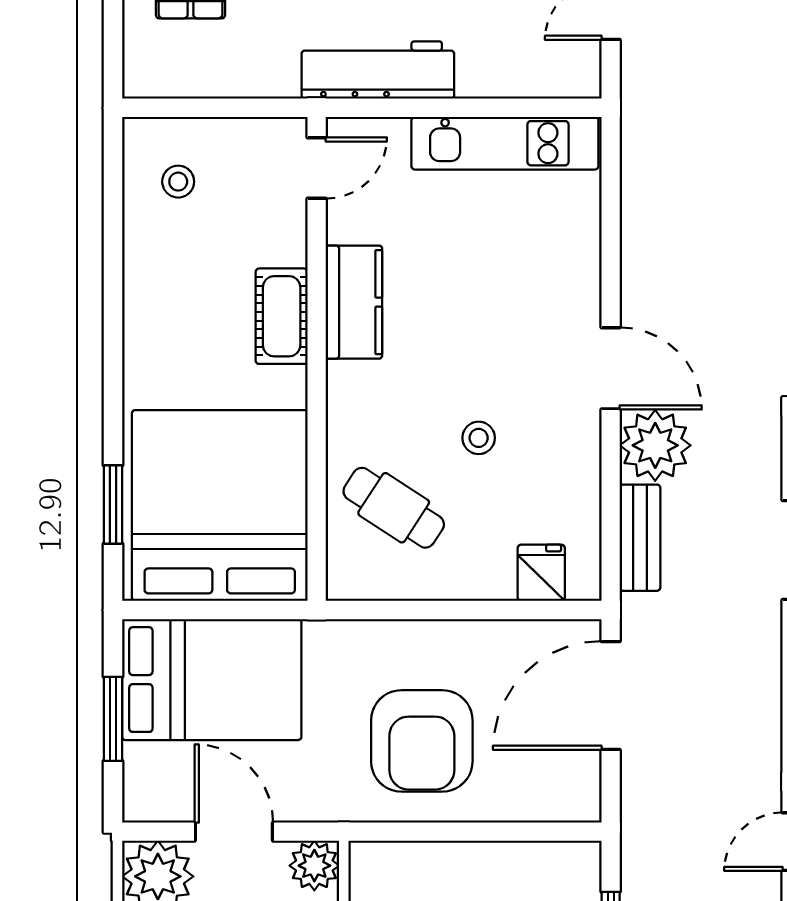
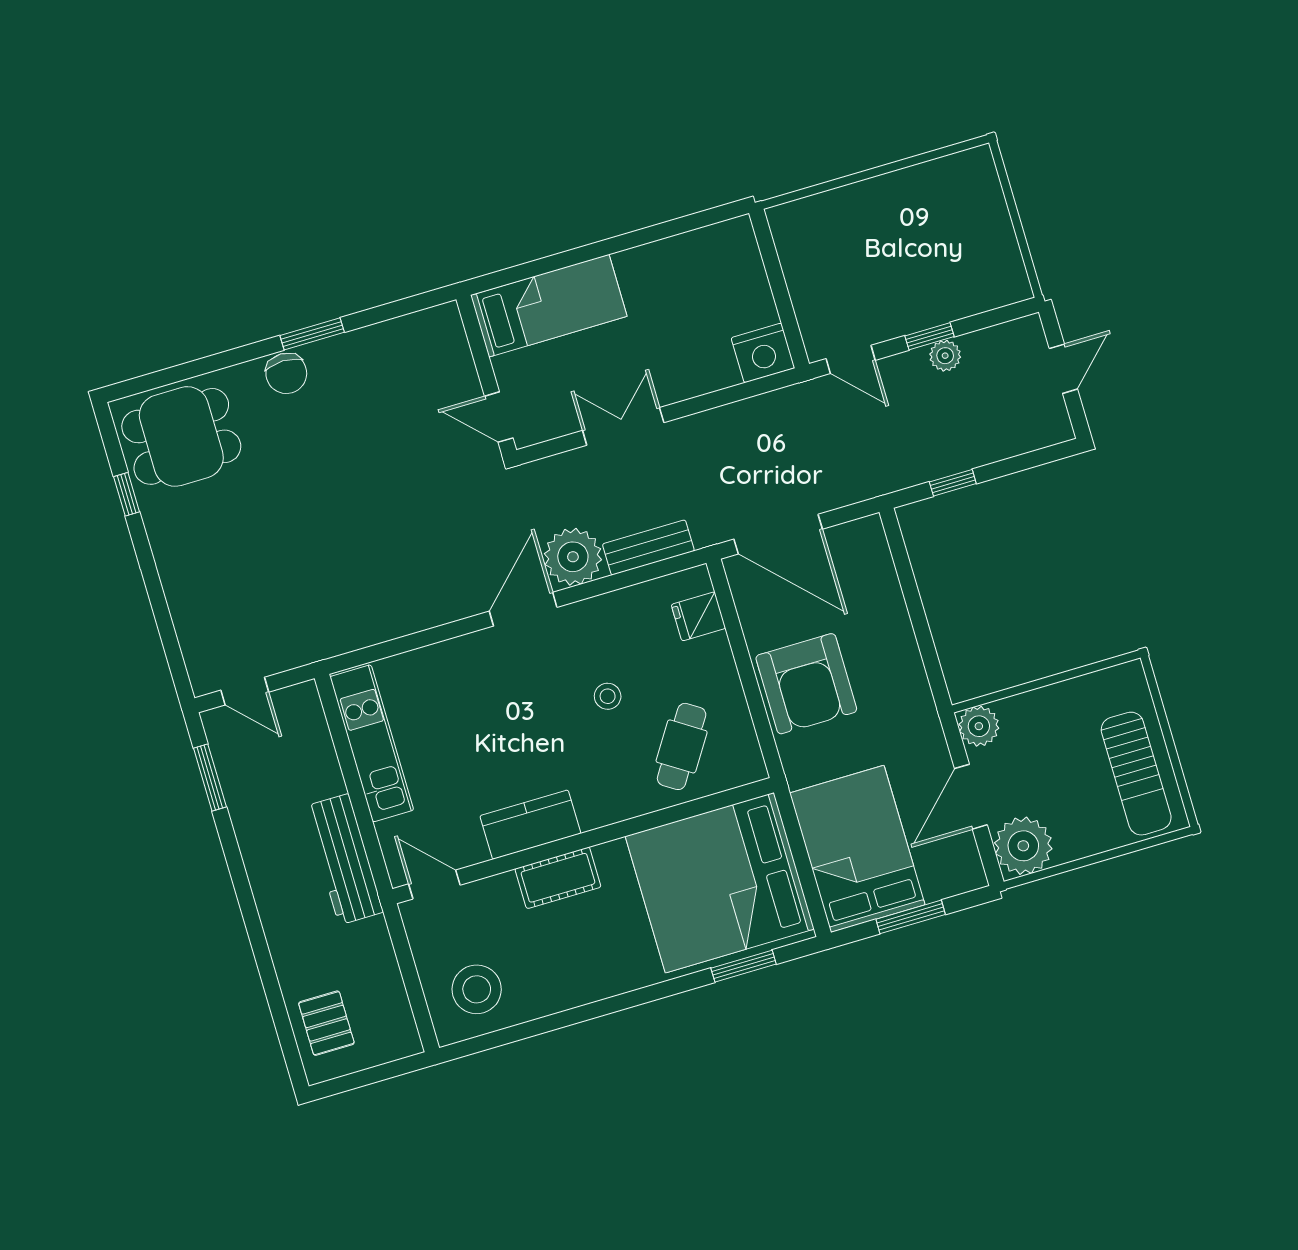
stool: (178, 182) -> (477, 989), width x1.89, depth x1.89
armchair: (422, 741) -> (806, 684), moved, turned 90

